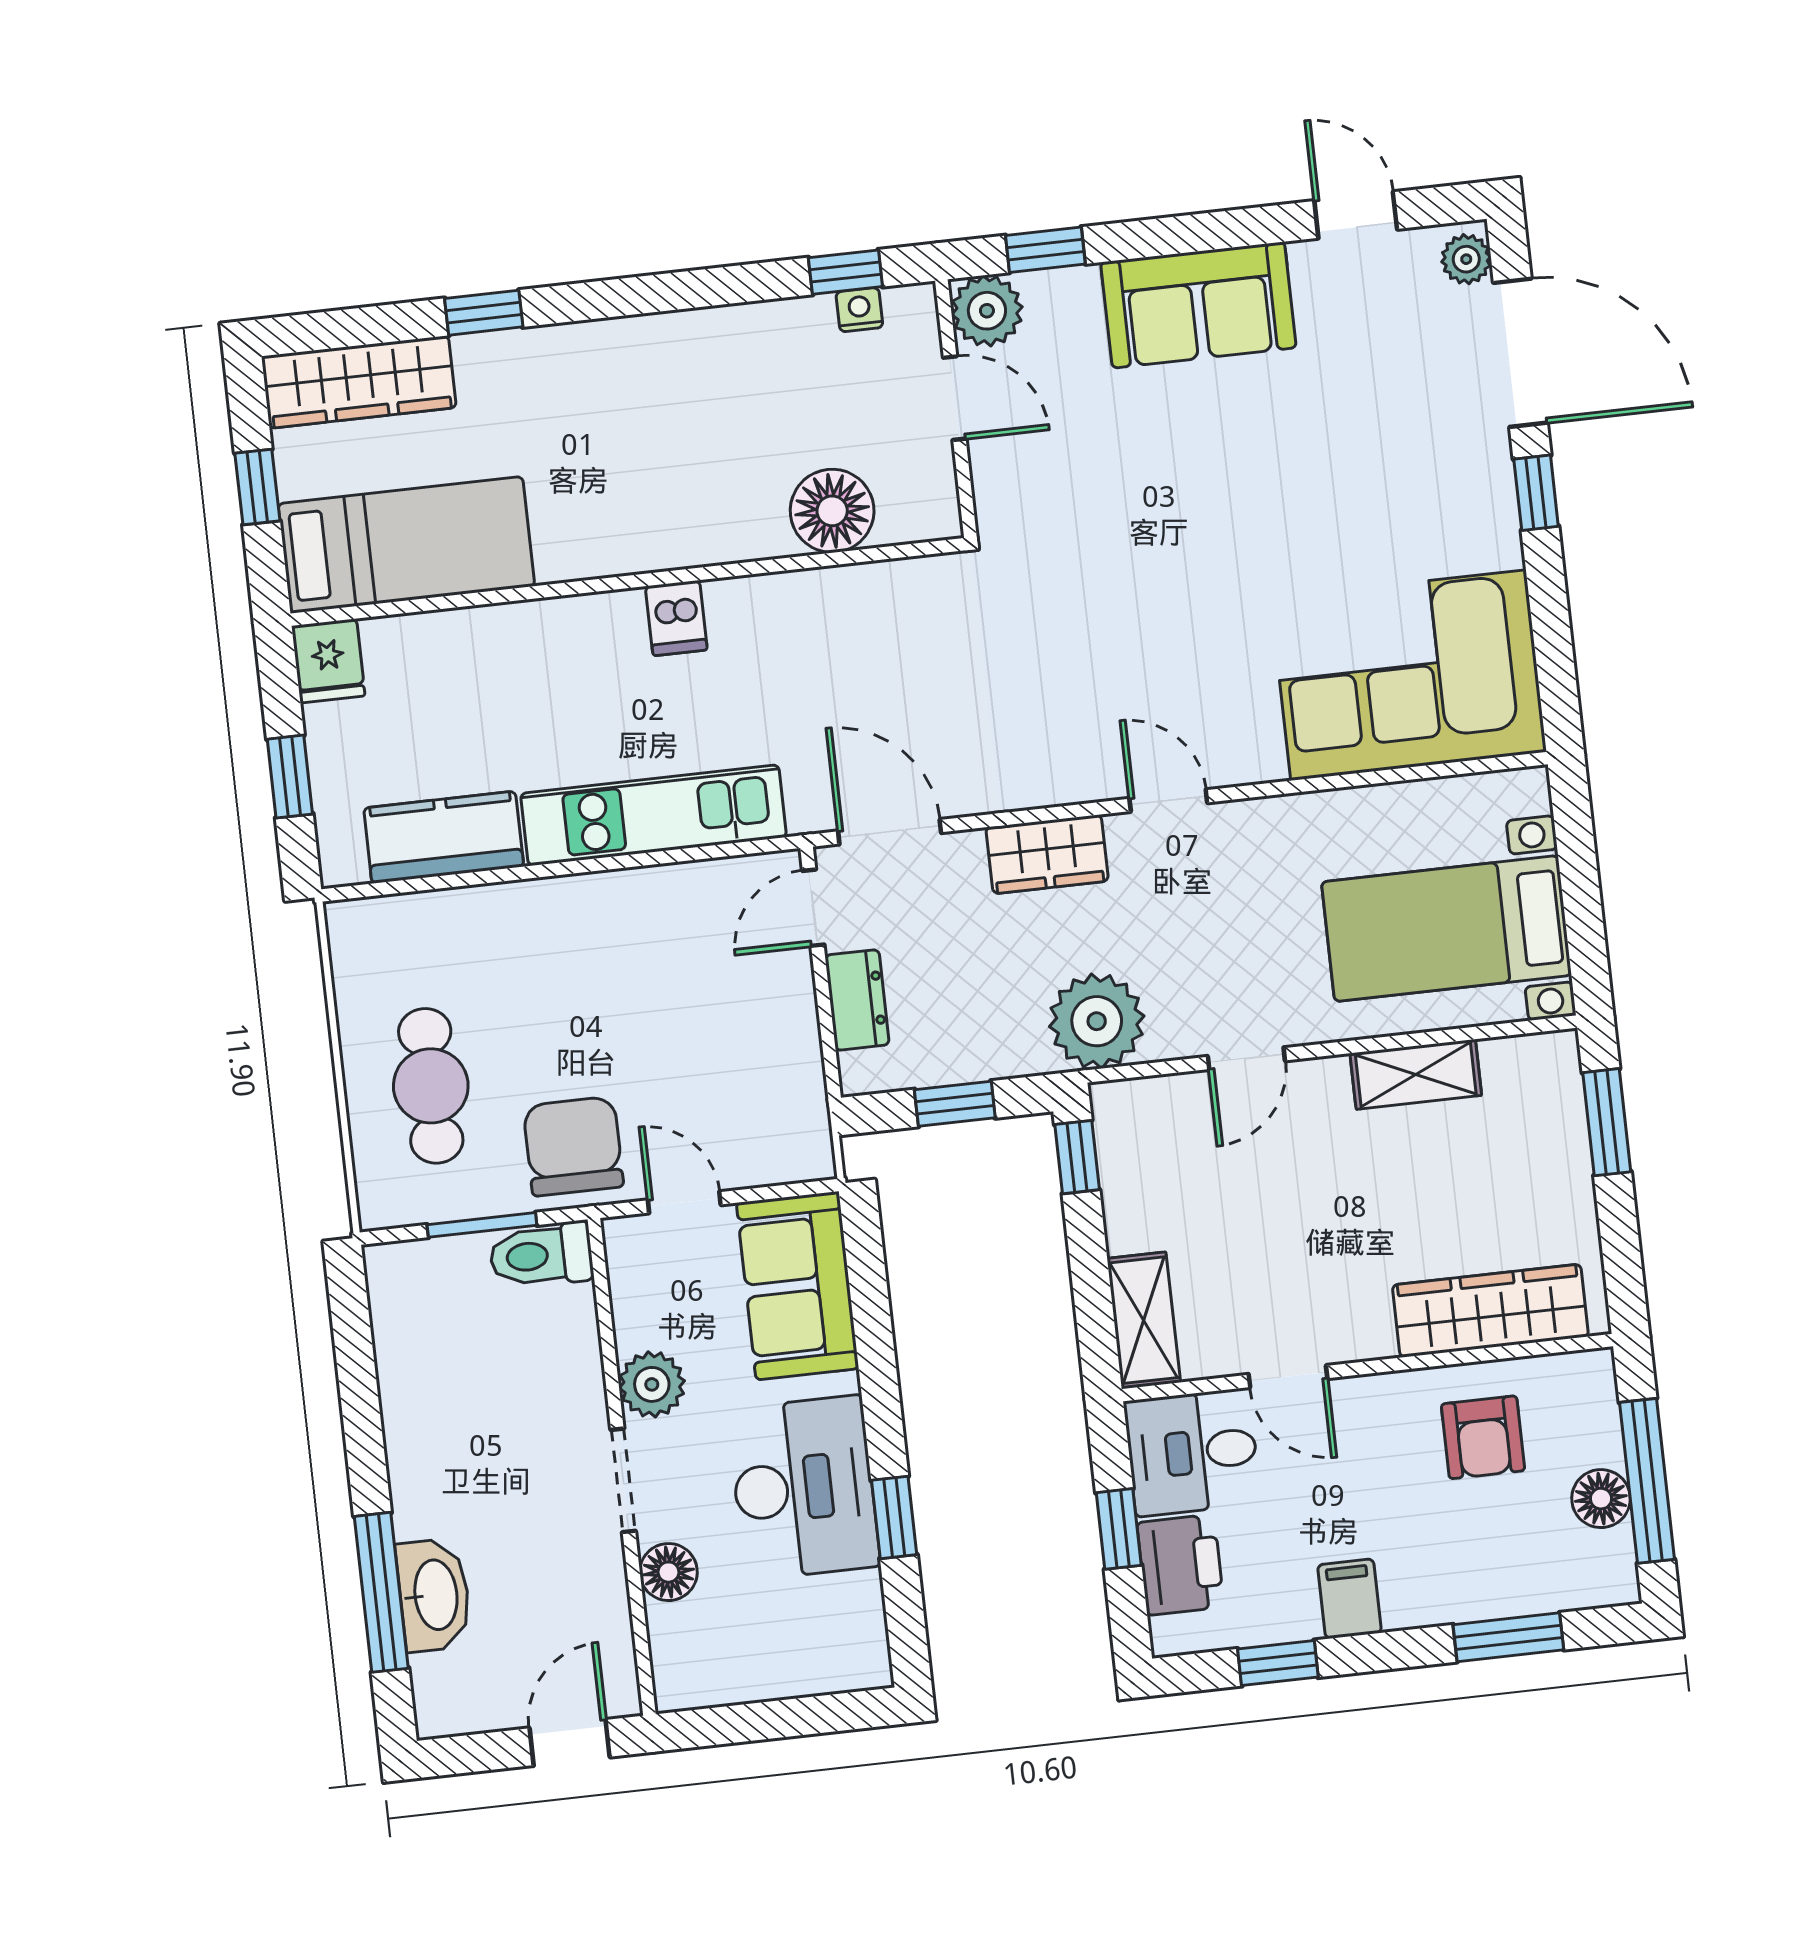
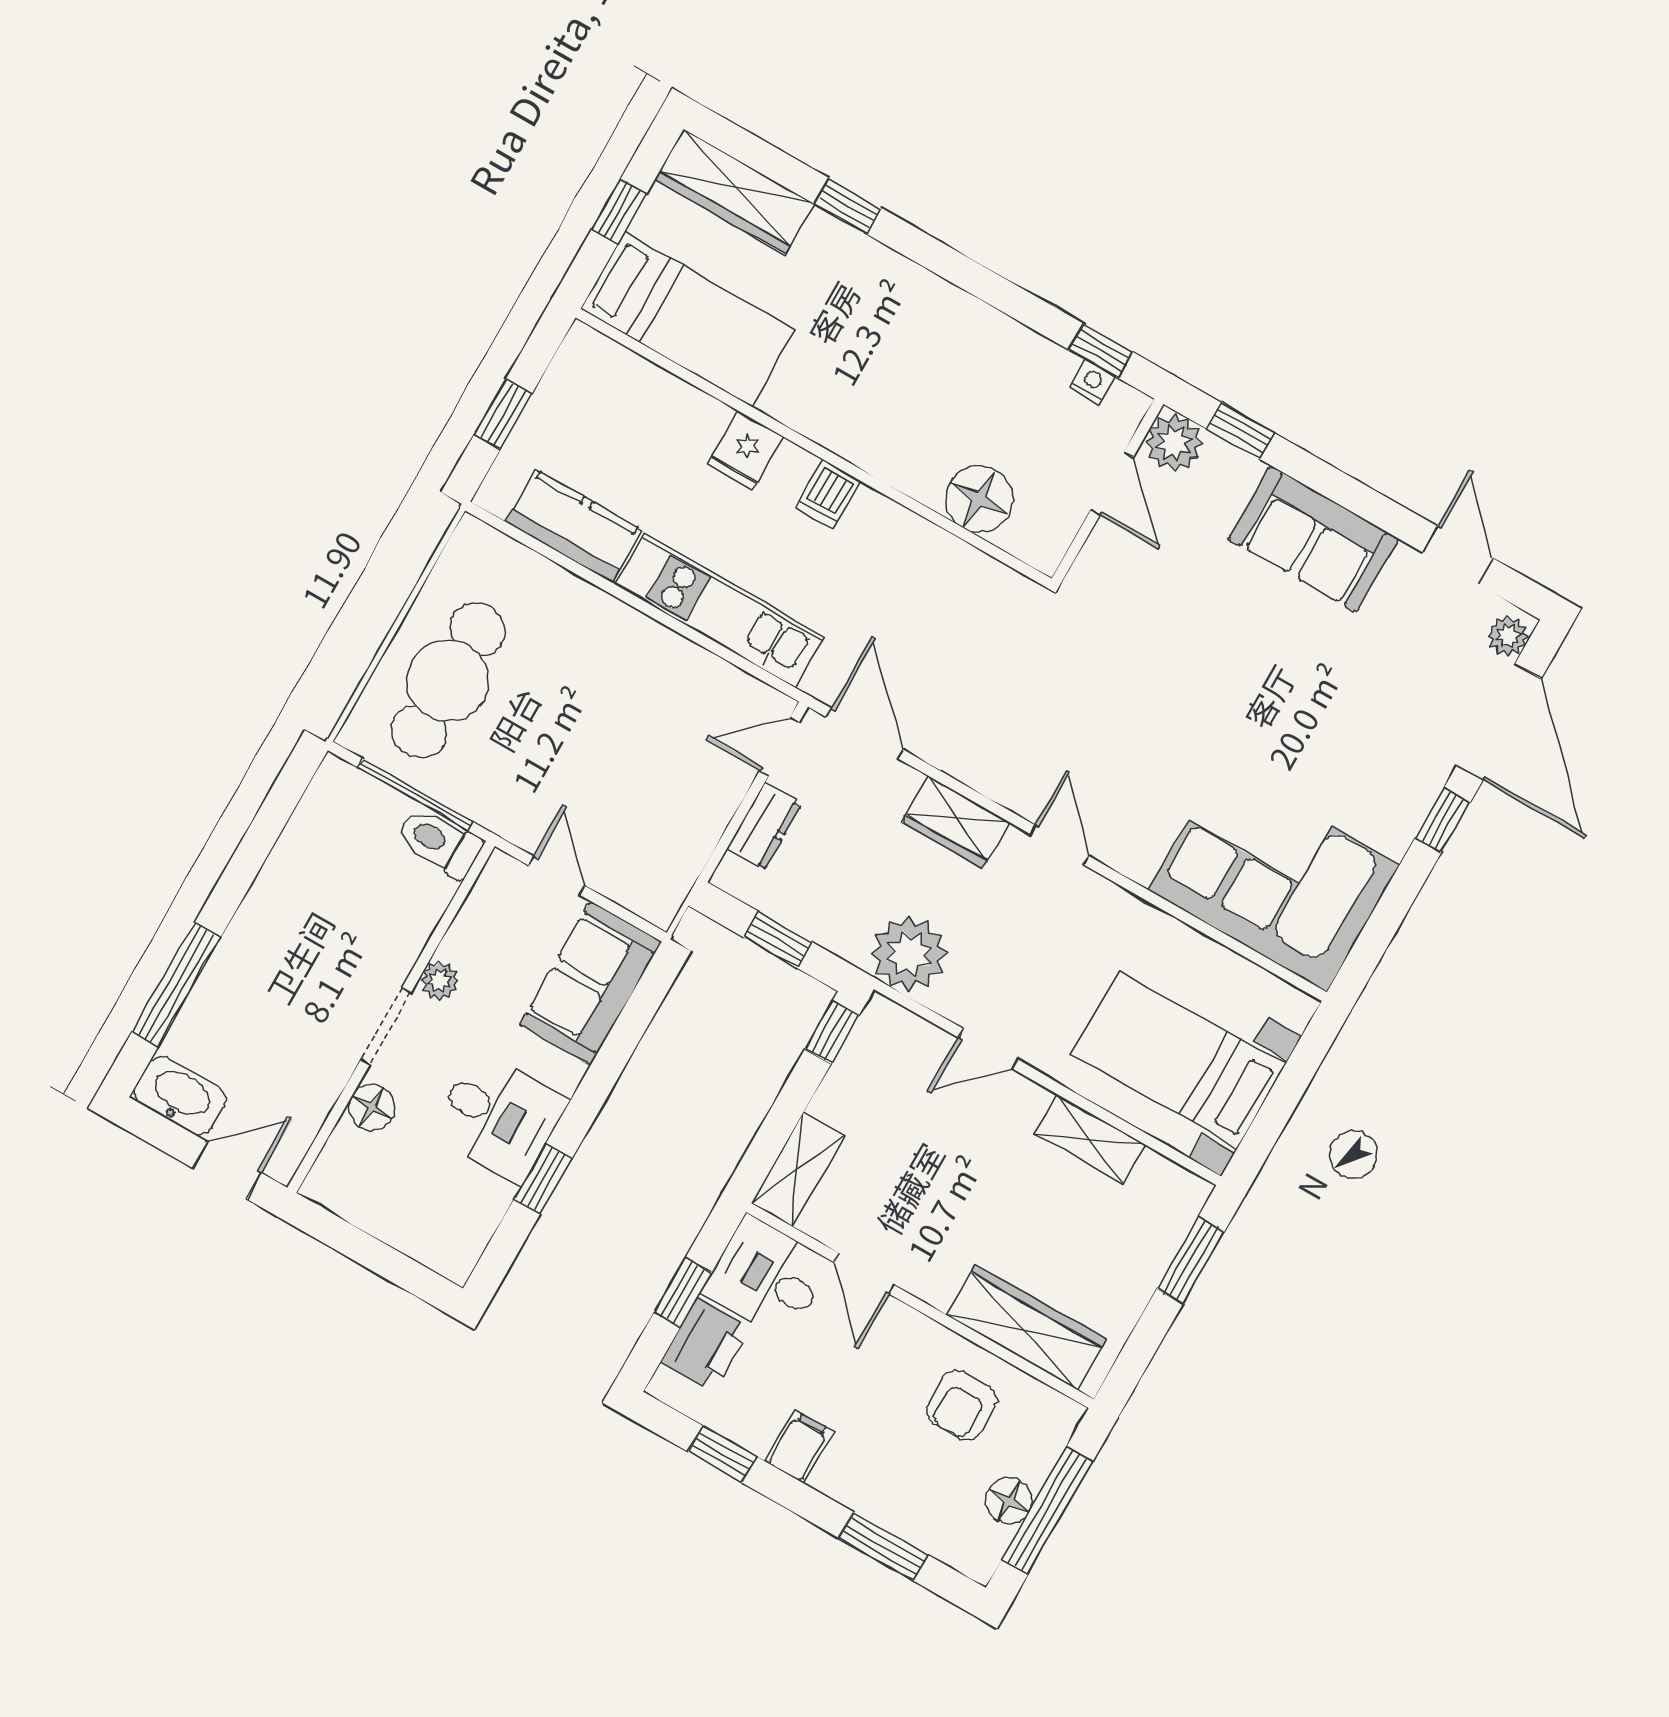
fridge: (328, 661) -> (745, 450), moved
cafe table: (431, 1086) -> (448, 681), width x1.37, depth x1.35
chair: (573, 1146) -> (511, 787), removed
window: (482, 1225) -> (415, 795), width x1.44
plant: (652, 1384) -> (440, 981), width x0.73, depth x0.73
desk: (804, 1488) -> (499, 1117), width x0.73
washbasin: (434, 1595) -> (180, 1096), moved, turned -90

